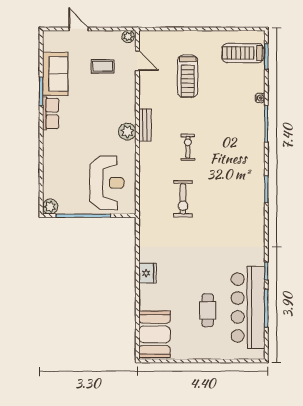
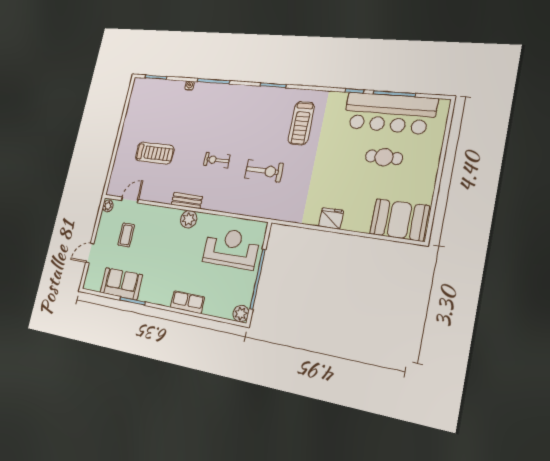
treadmill: (243, 53) -> (301, 123), moved
row of seats: (50, 113) -> (188, 302), moved

